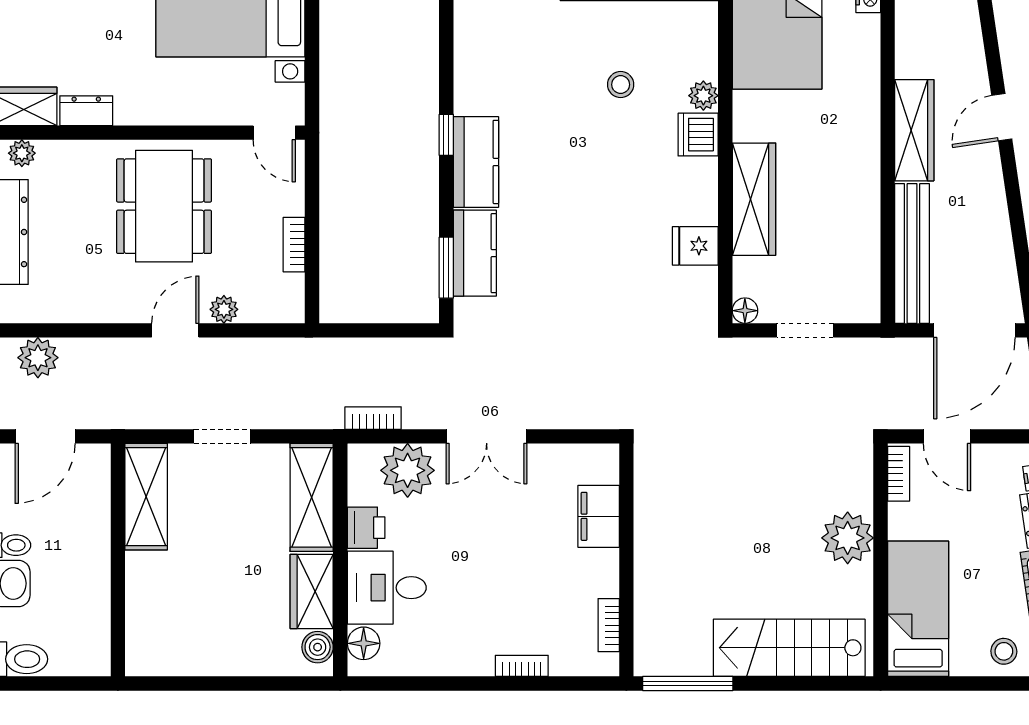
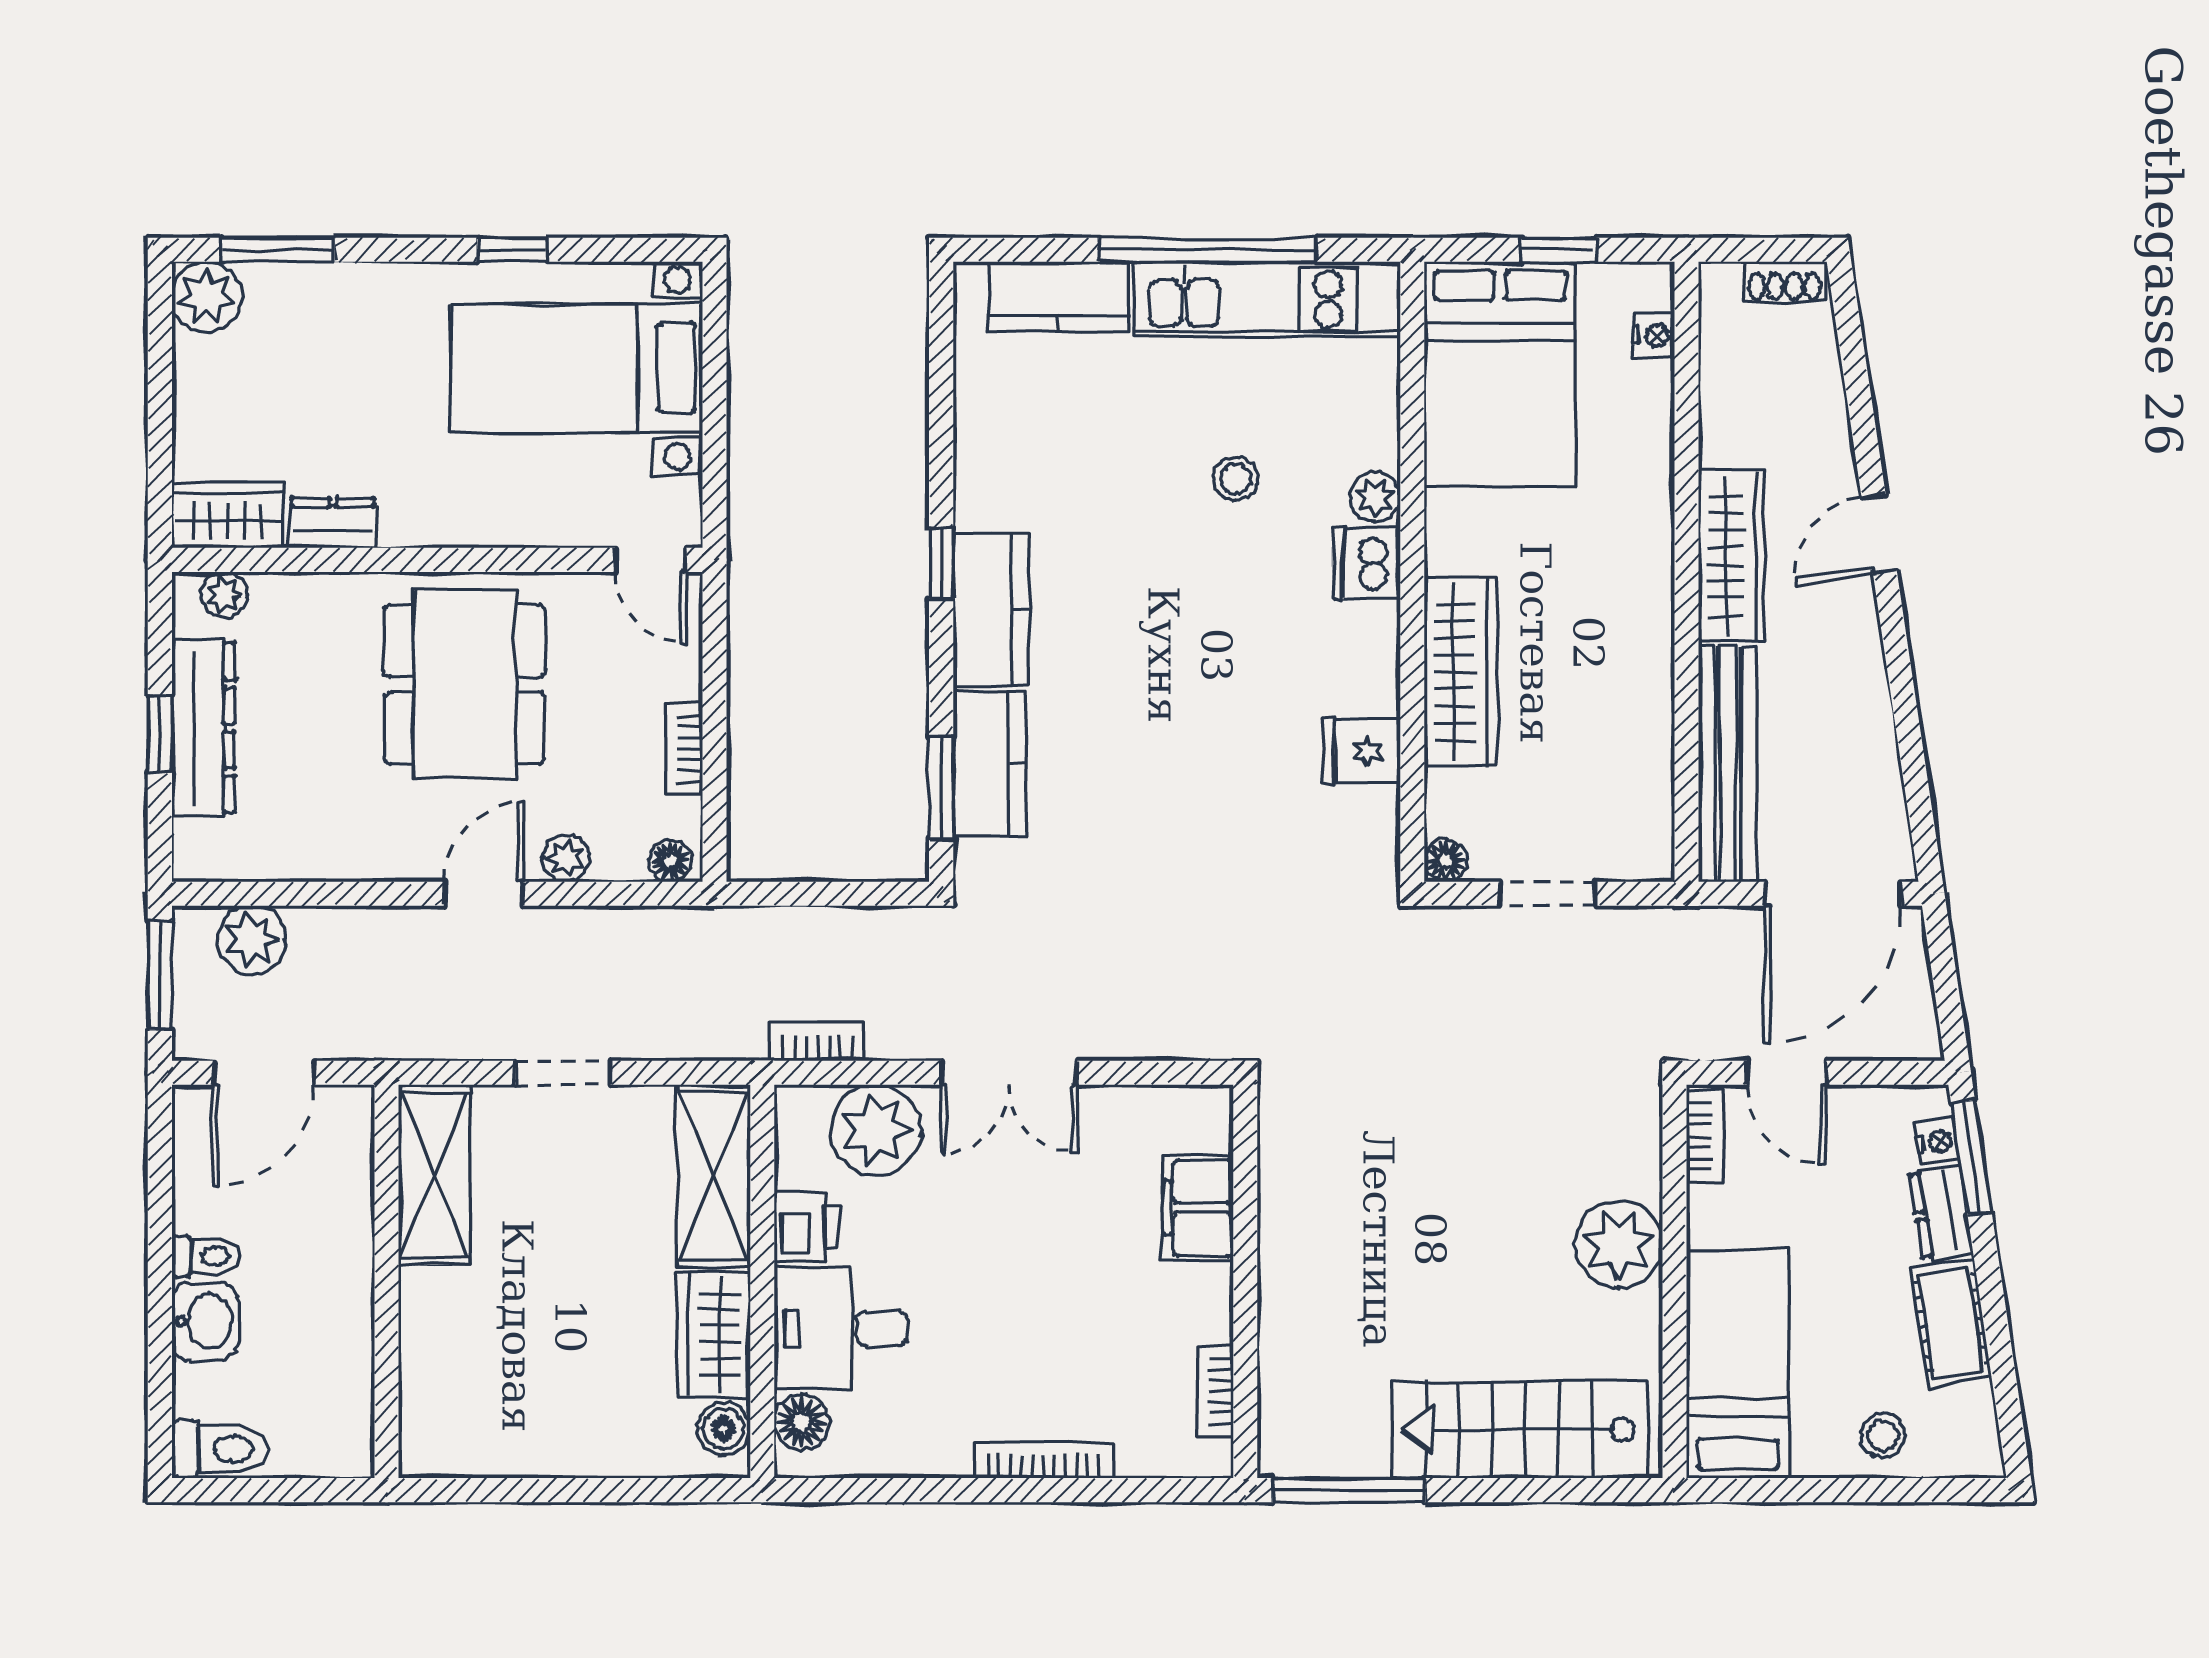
floor lamp: (286, 311) -> (670, 861), added
bookcase: (522, 666) -> (1043, 1460), width x1.56

